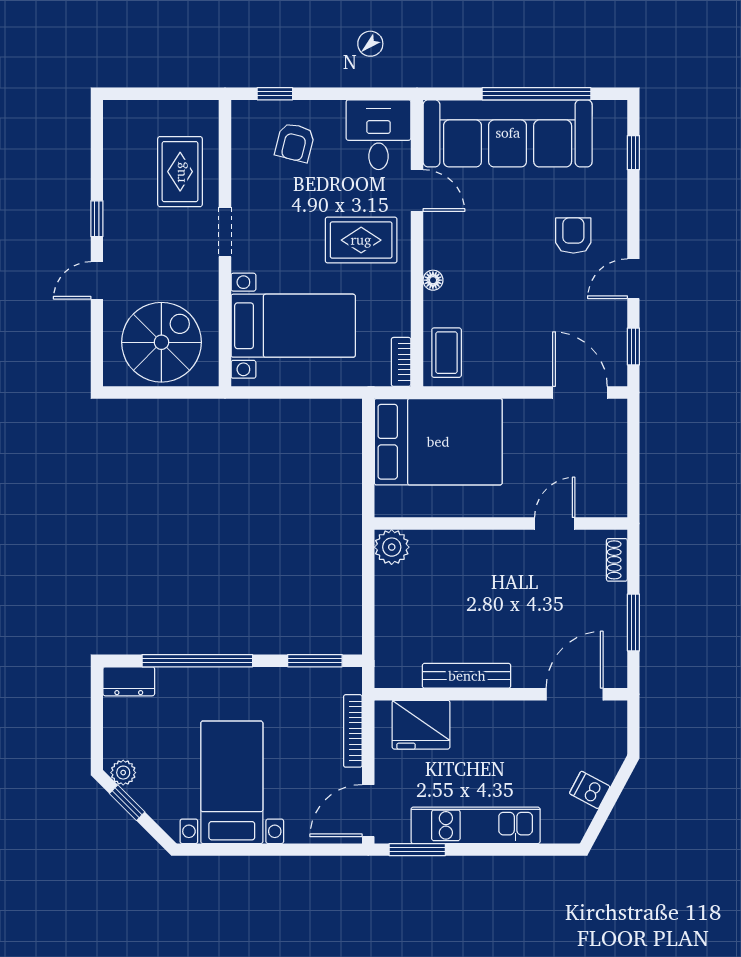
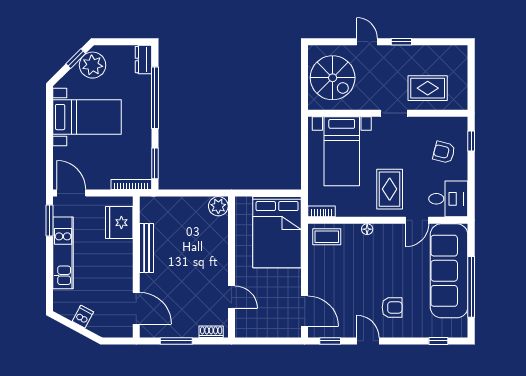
door: (580, 392) -> (305, 311), hinge flipped
bookcase: (353, 731) -> (131, 184), moved
plant: (123, 773) -> (93, 65), width x1.87, depth x1.87

